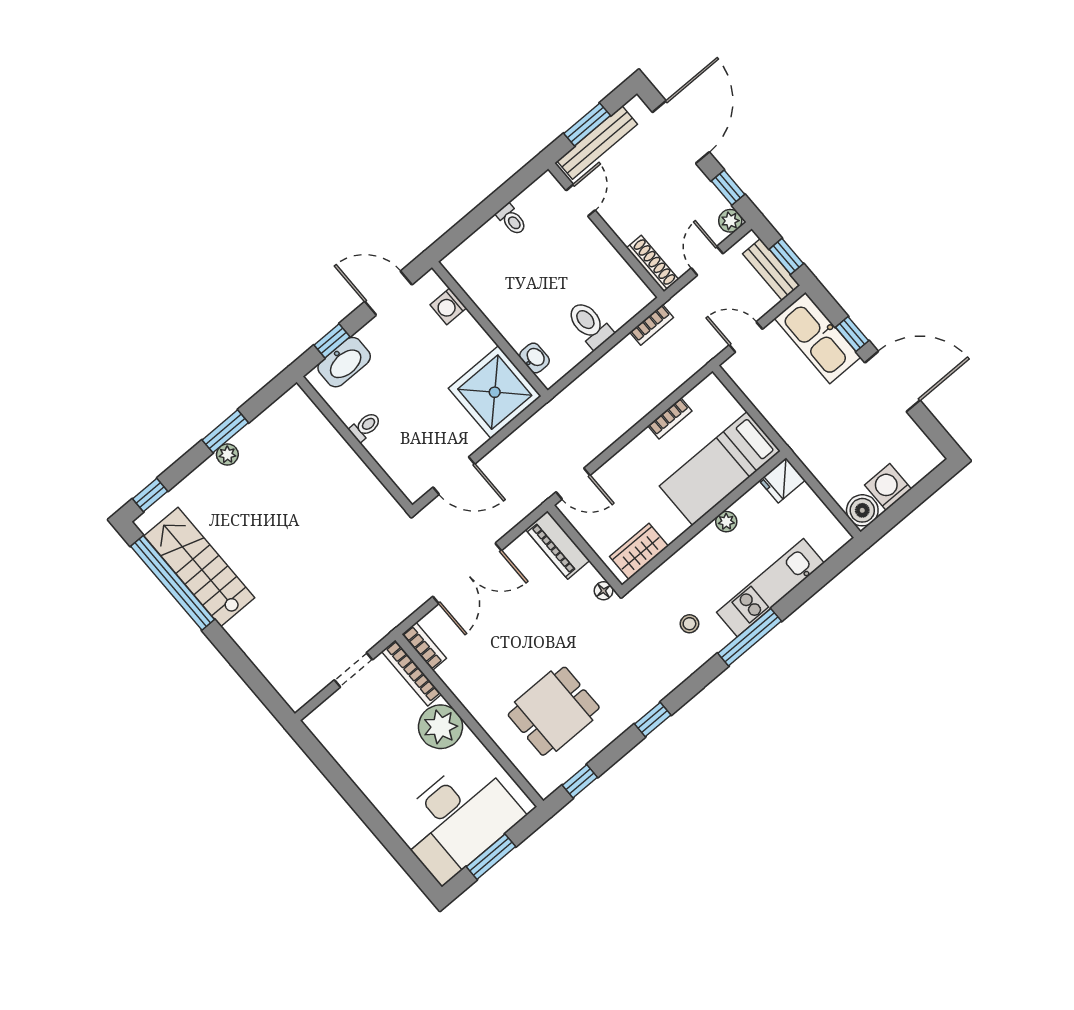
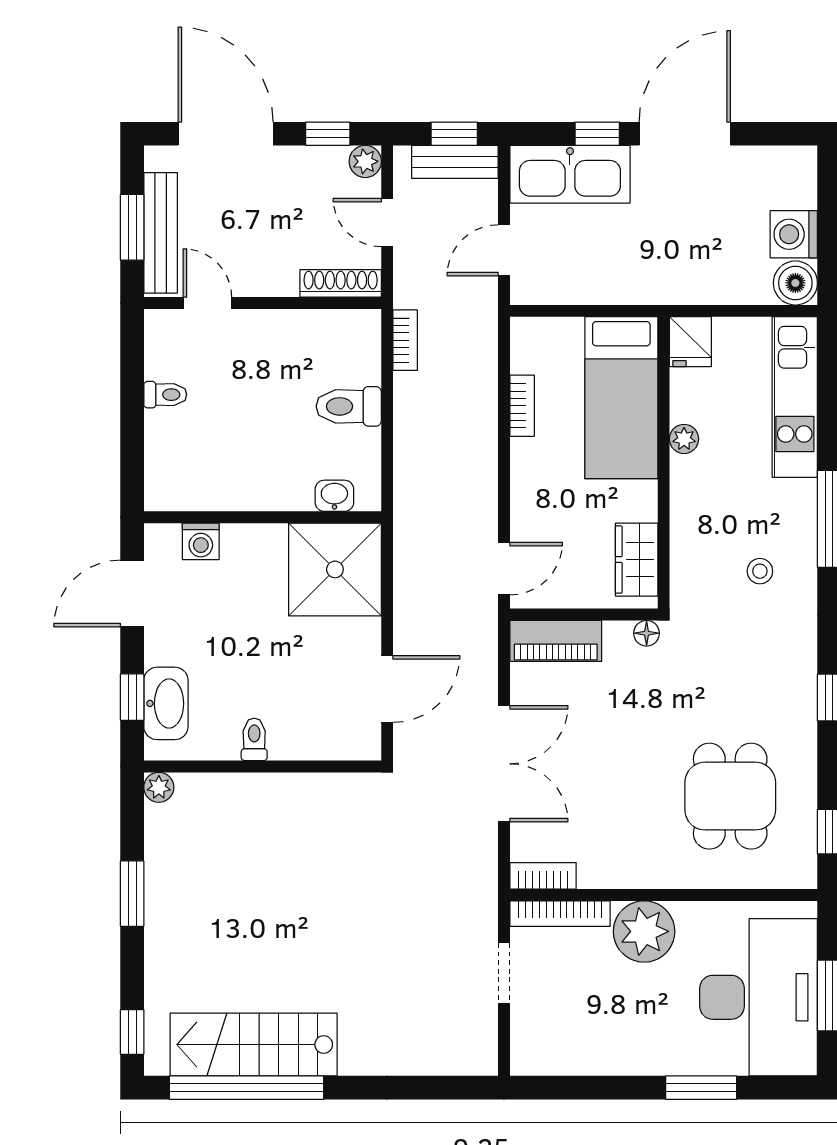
plant: (227, 454) -> (159, 787), moved
kitchen unit: (770, 588) -> (795, 397), moved
window: (382, 830) -> (701, 1088), added

